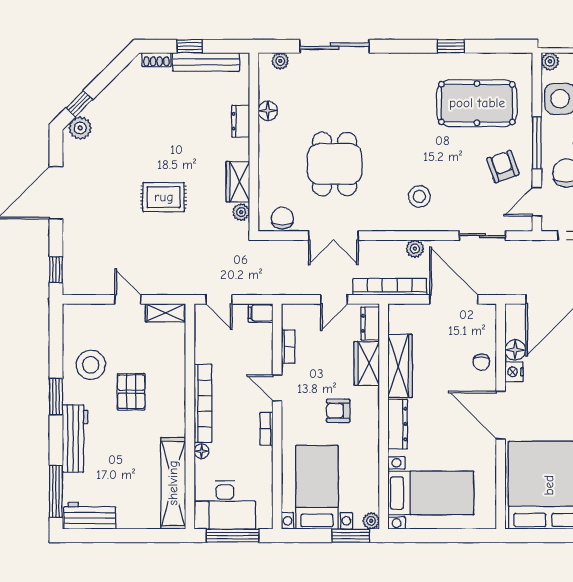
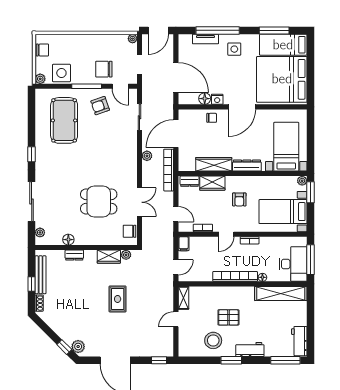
window: (451, 46) -> (32, 154), moved
stool: (419, 196) -> (117, 153), removed
door: (334, 299) -> (176, 214), moved
workbench: (75, 438) -> (250, 349), width x0.73

